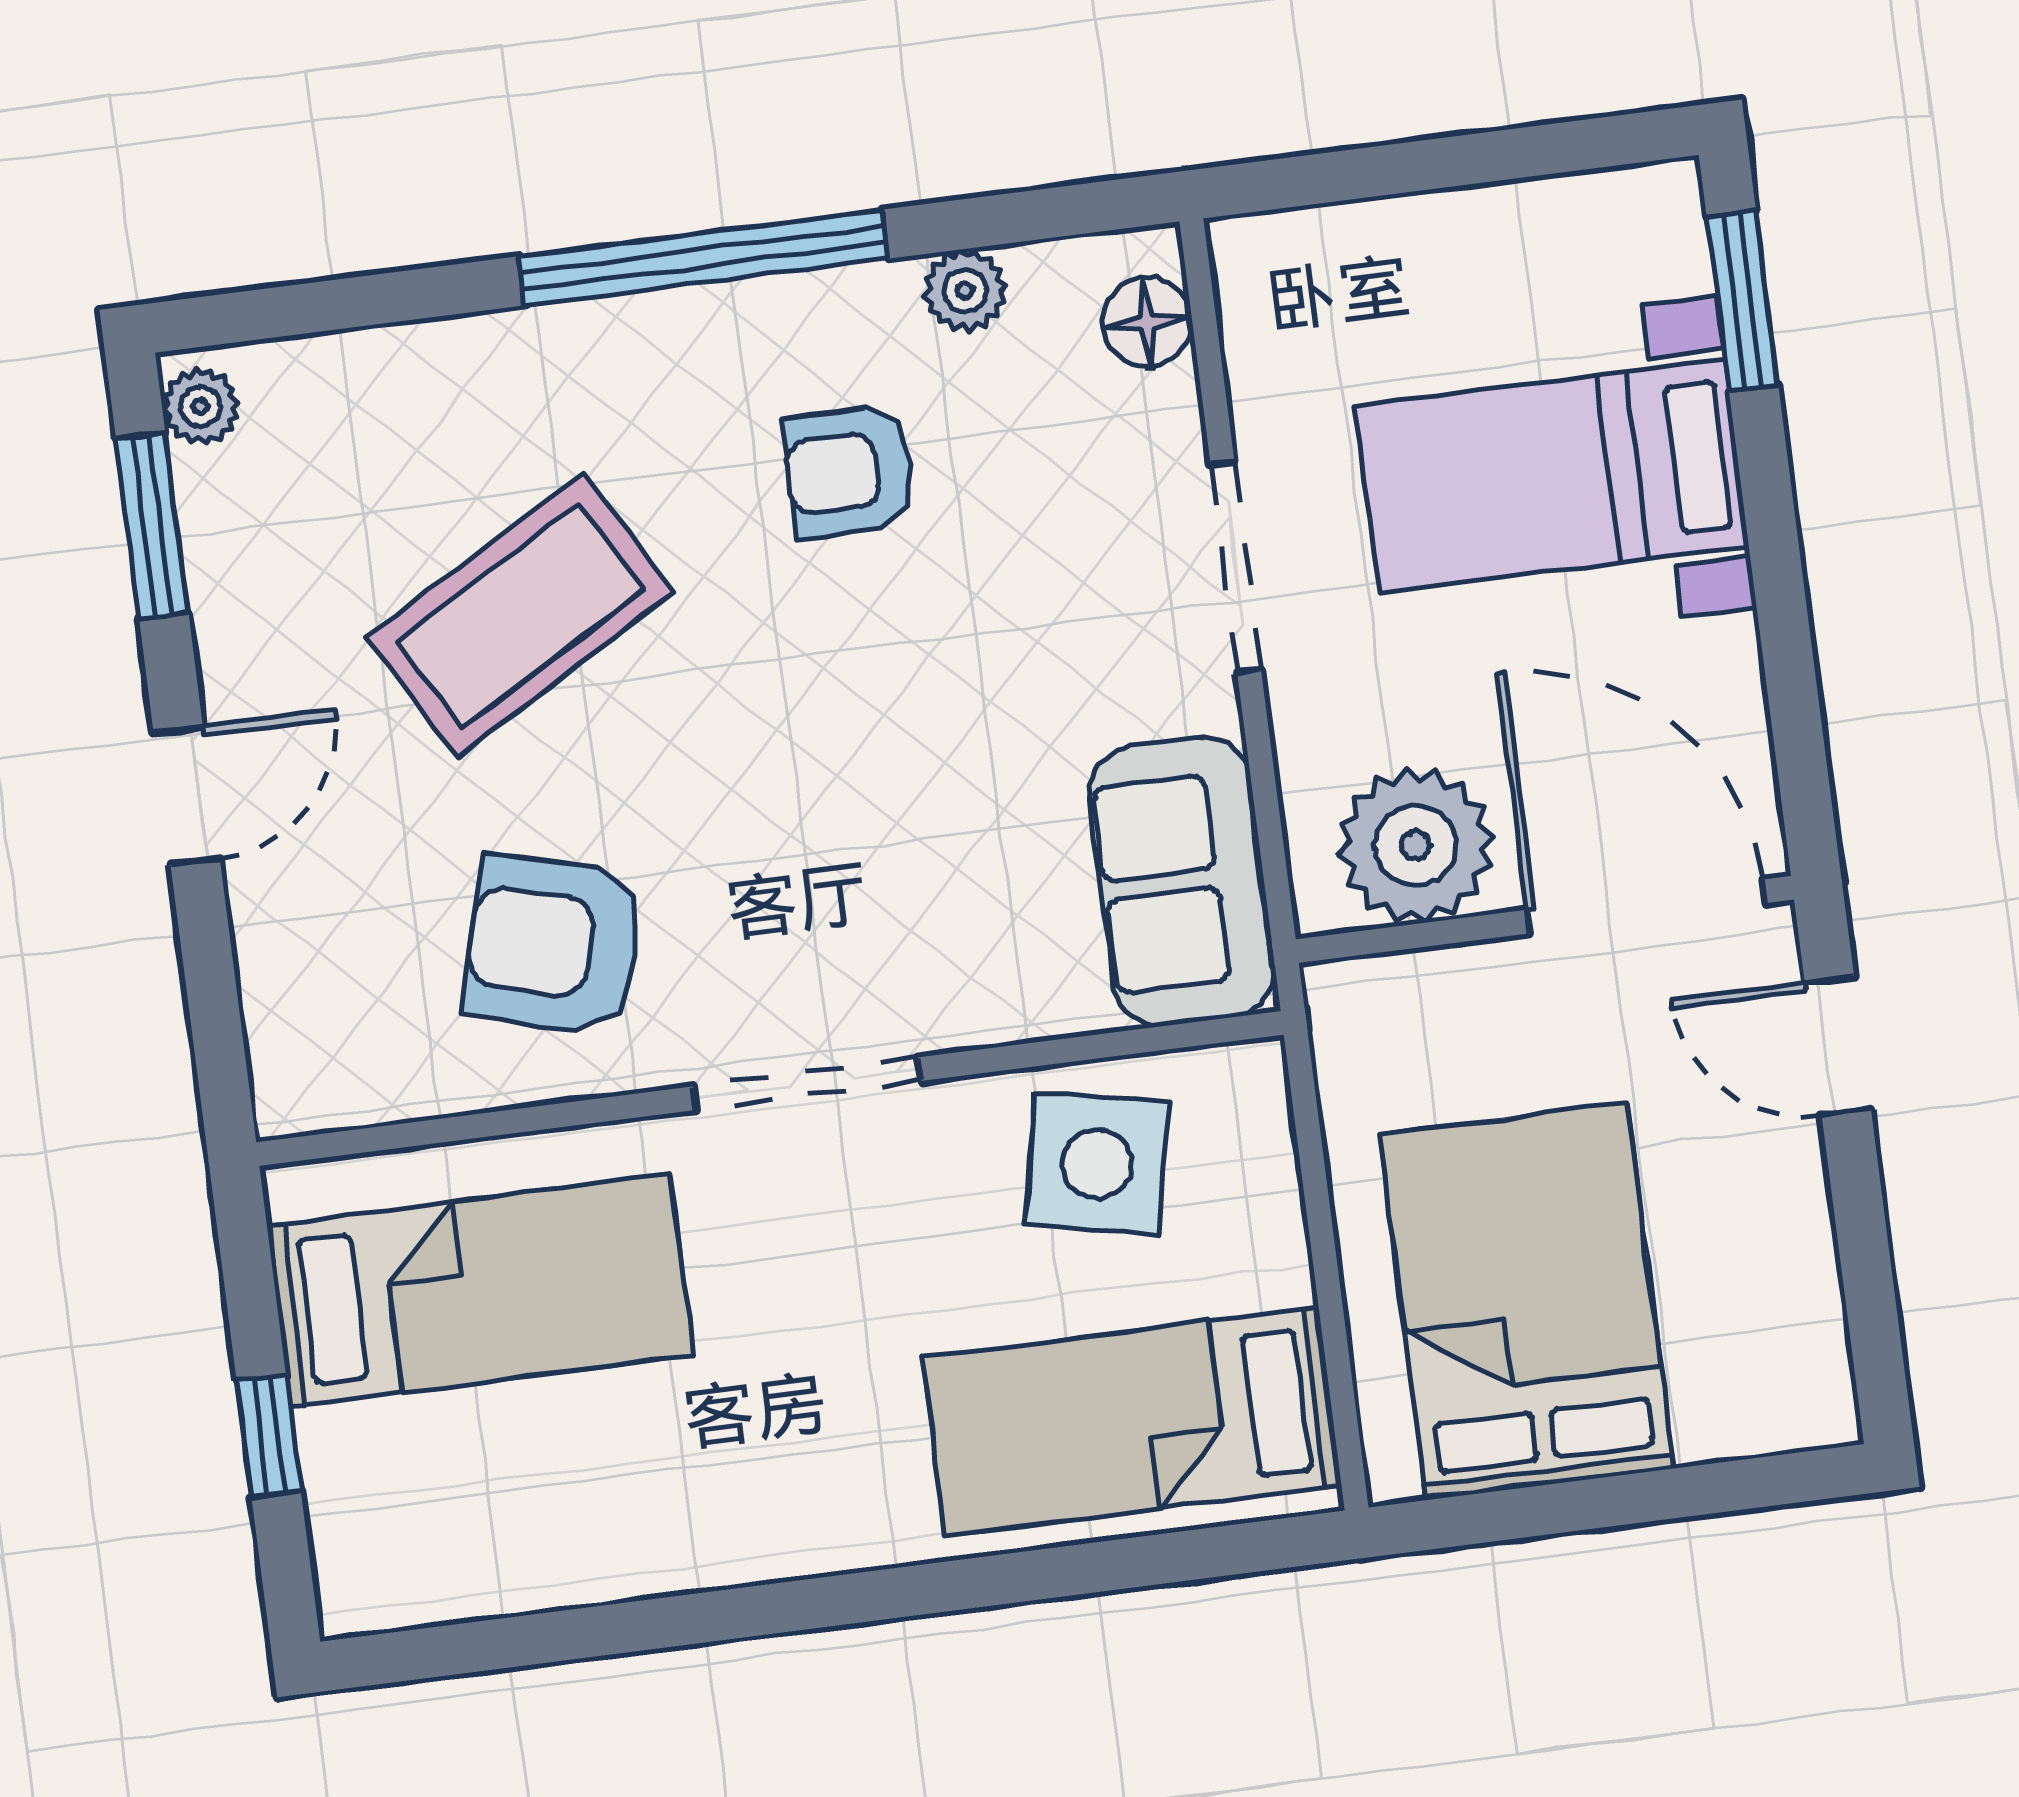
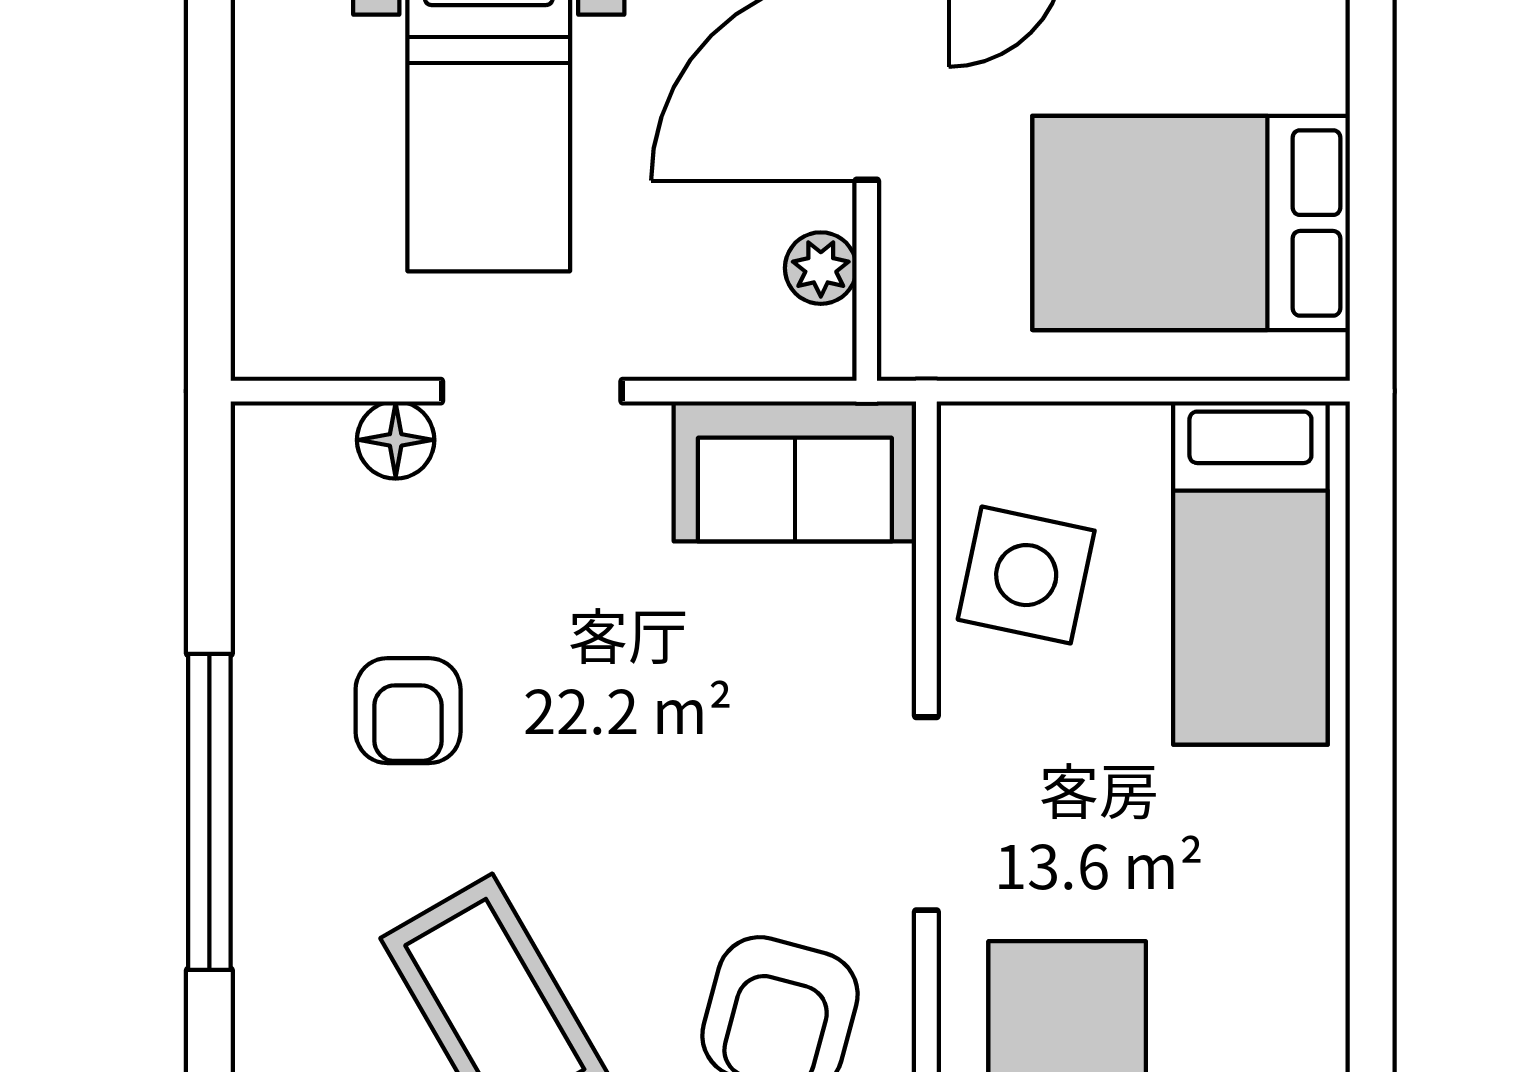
plant: (965, 290) -> (266, 592), removed
floor lamp: (1147, 322) -> (396, 440), moved
plant: (1416, 845) -> (821, 268), width x0.53, depth x0.53

